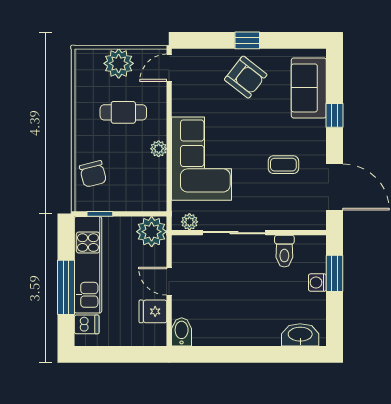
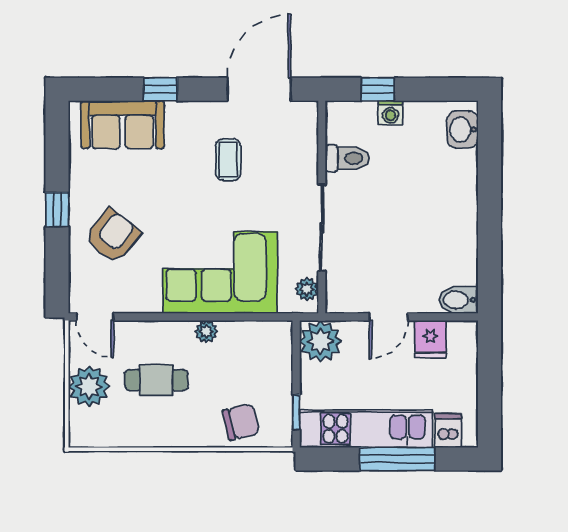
armchair: (246, 77) -> (113, 236), moved
cafe table: (123, 112) -> (156, 380), turned 90
window: (335, 273) -> (378, 89), width x0.67
washbasin: (300, 335) -> (463, 129), width x0.72

